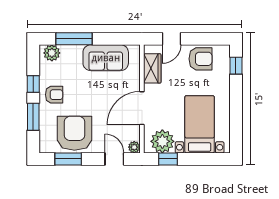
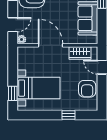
window: (236, 66) -> (68, 115), moved
plant: (162, 141) -> (26, 60), removed
window: (168, 159) -> (13, 93), moved

